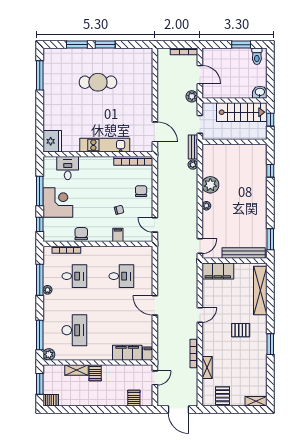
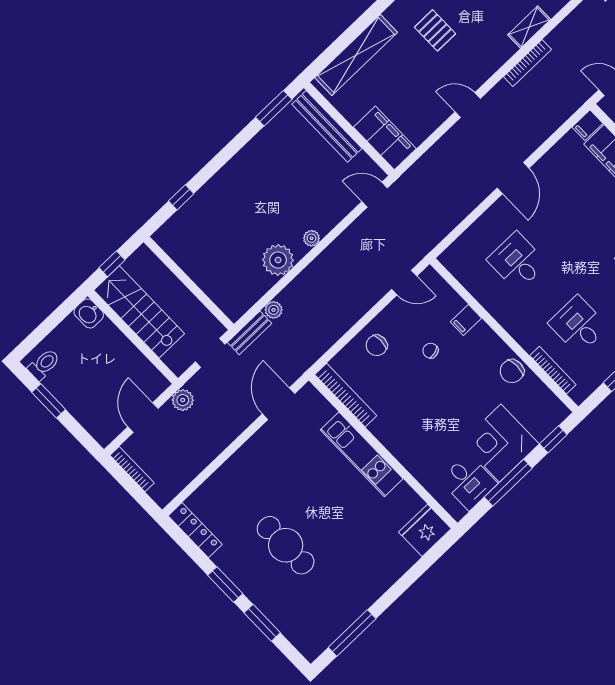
locker: (137, 53) -> (195, 530), added
desk: (68, 168) -> (469, 482), moved, turned -90
door: (155, 225) -> (404, 283), hinge flipped

